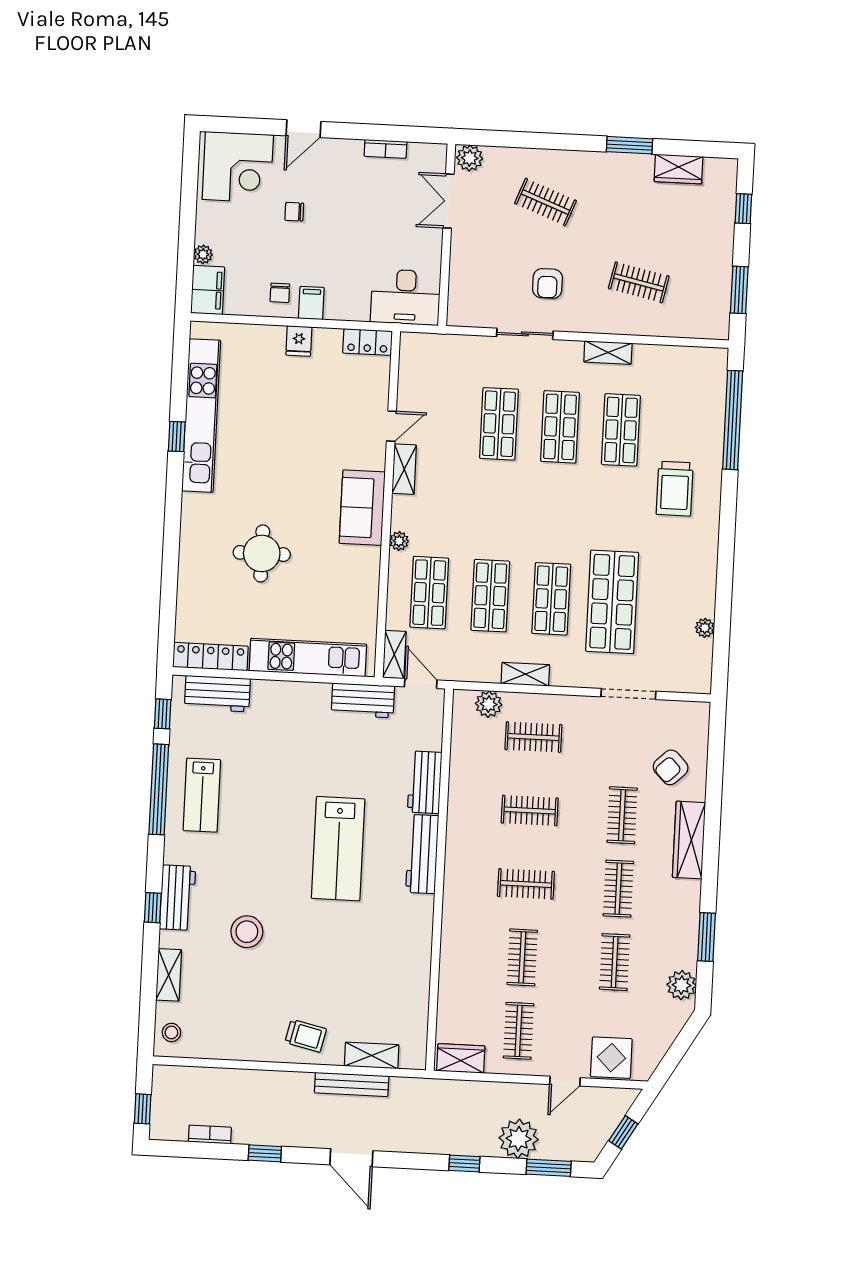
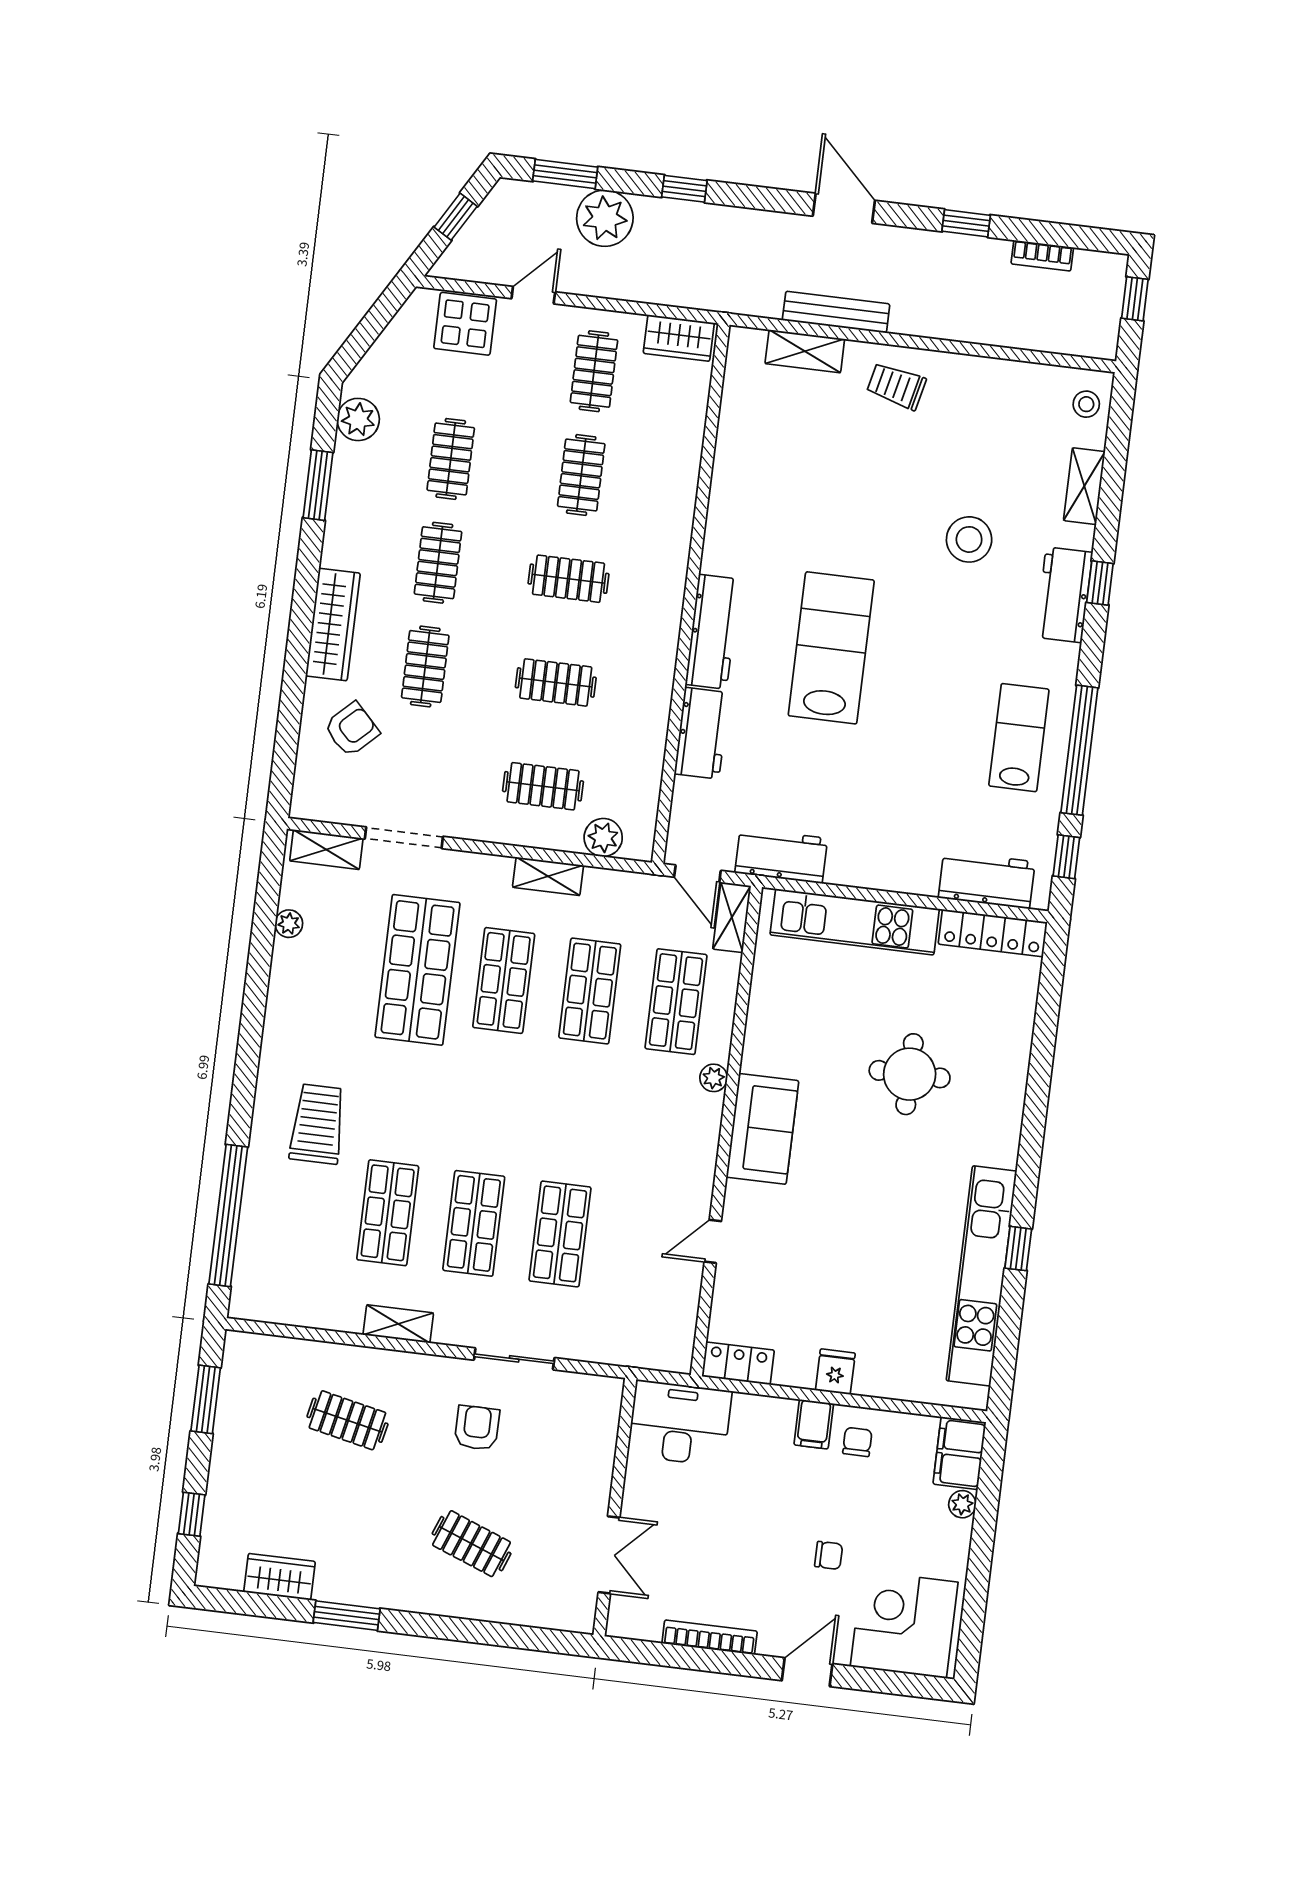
bookcase: (386, 149) -> (710, 1637), width x1.56
plant: (470, 158) -> (575, 1614), removed
shelving: (404, 469) -> (326, 850), moved, turned 90

